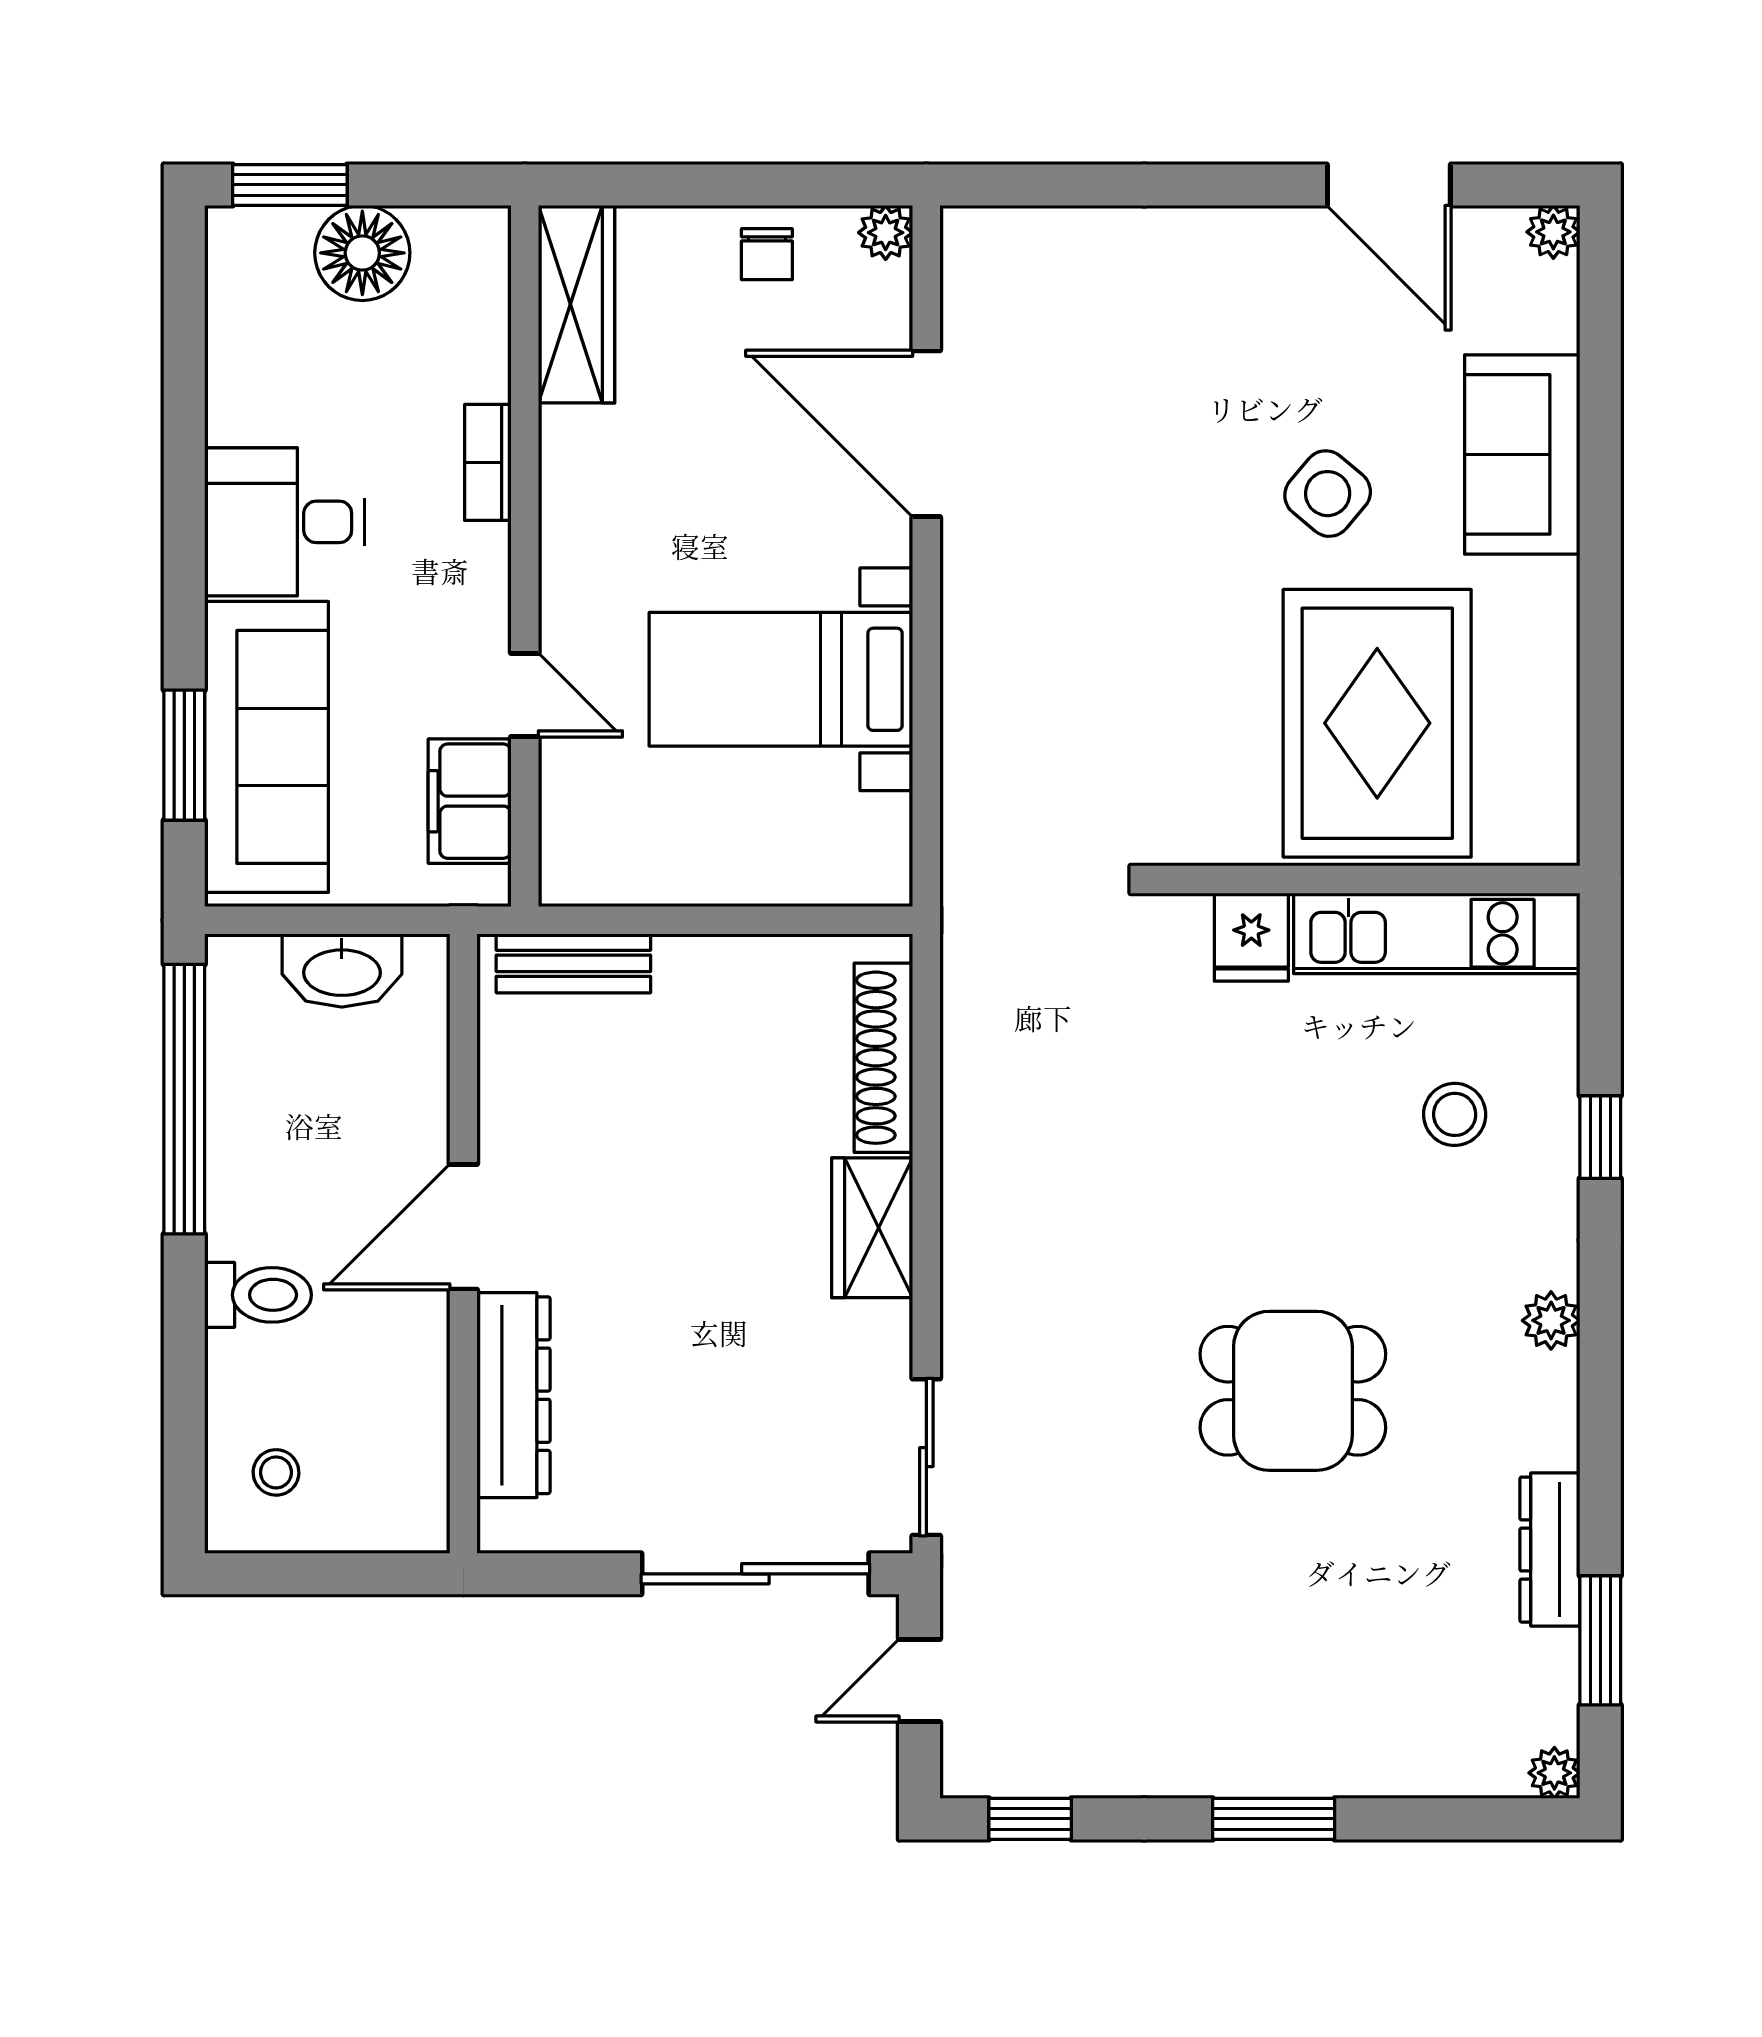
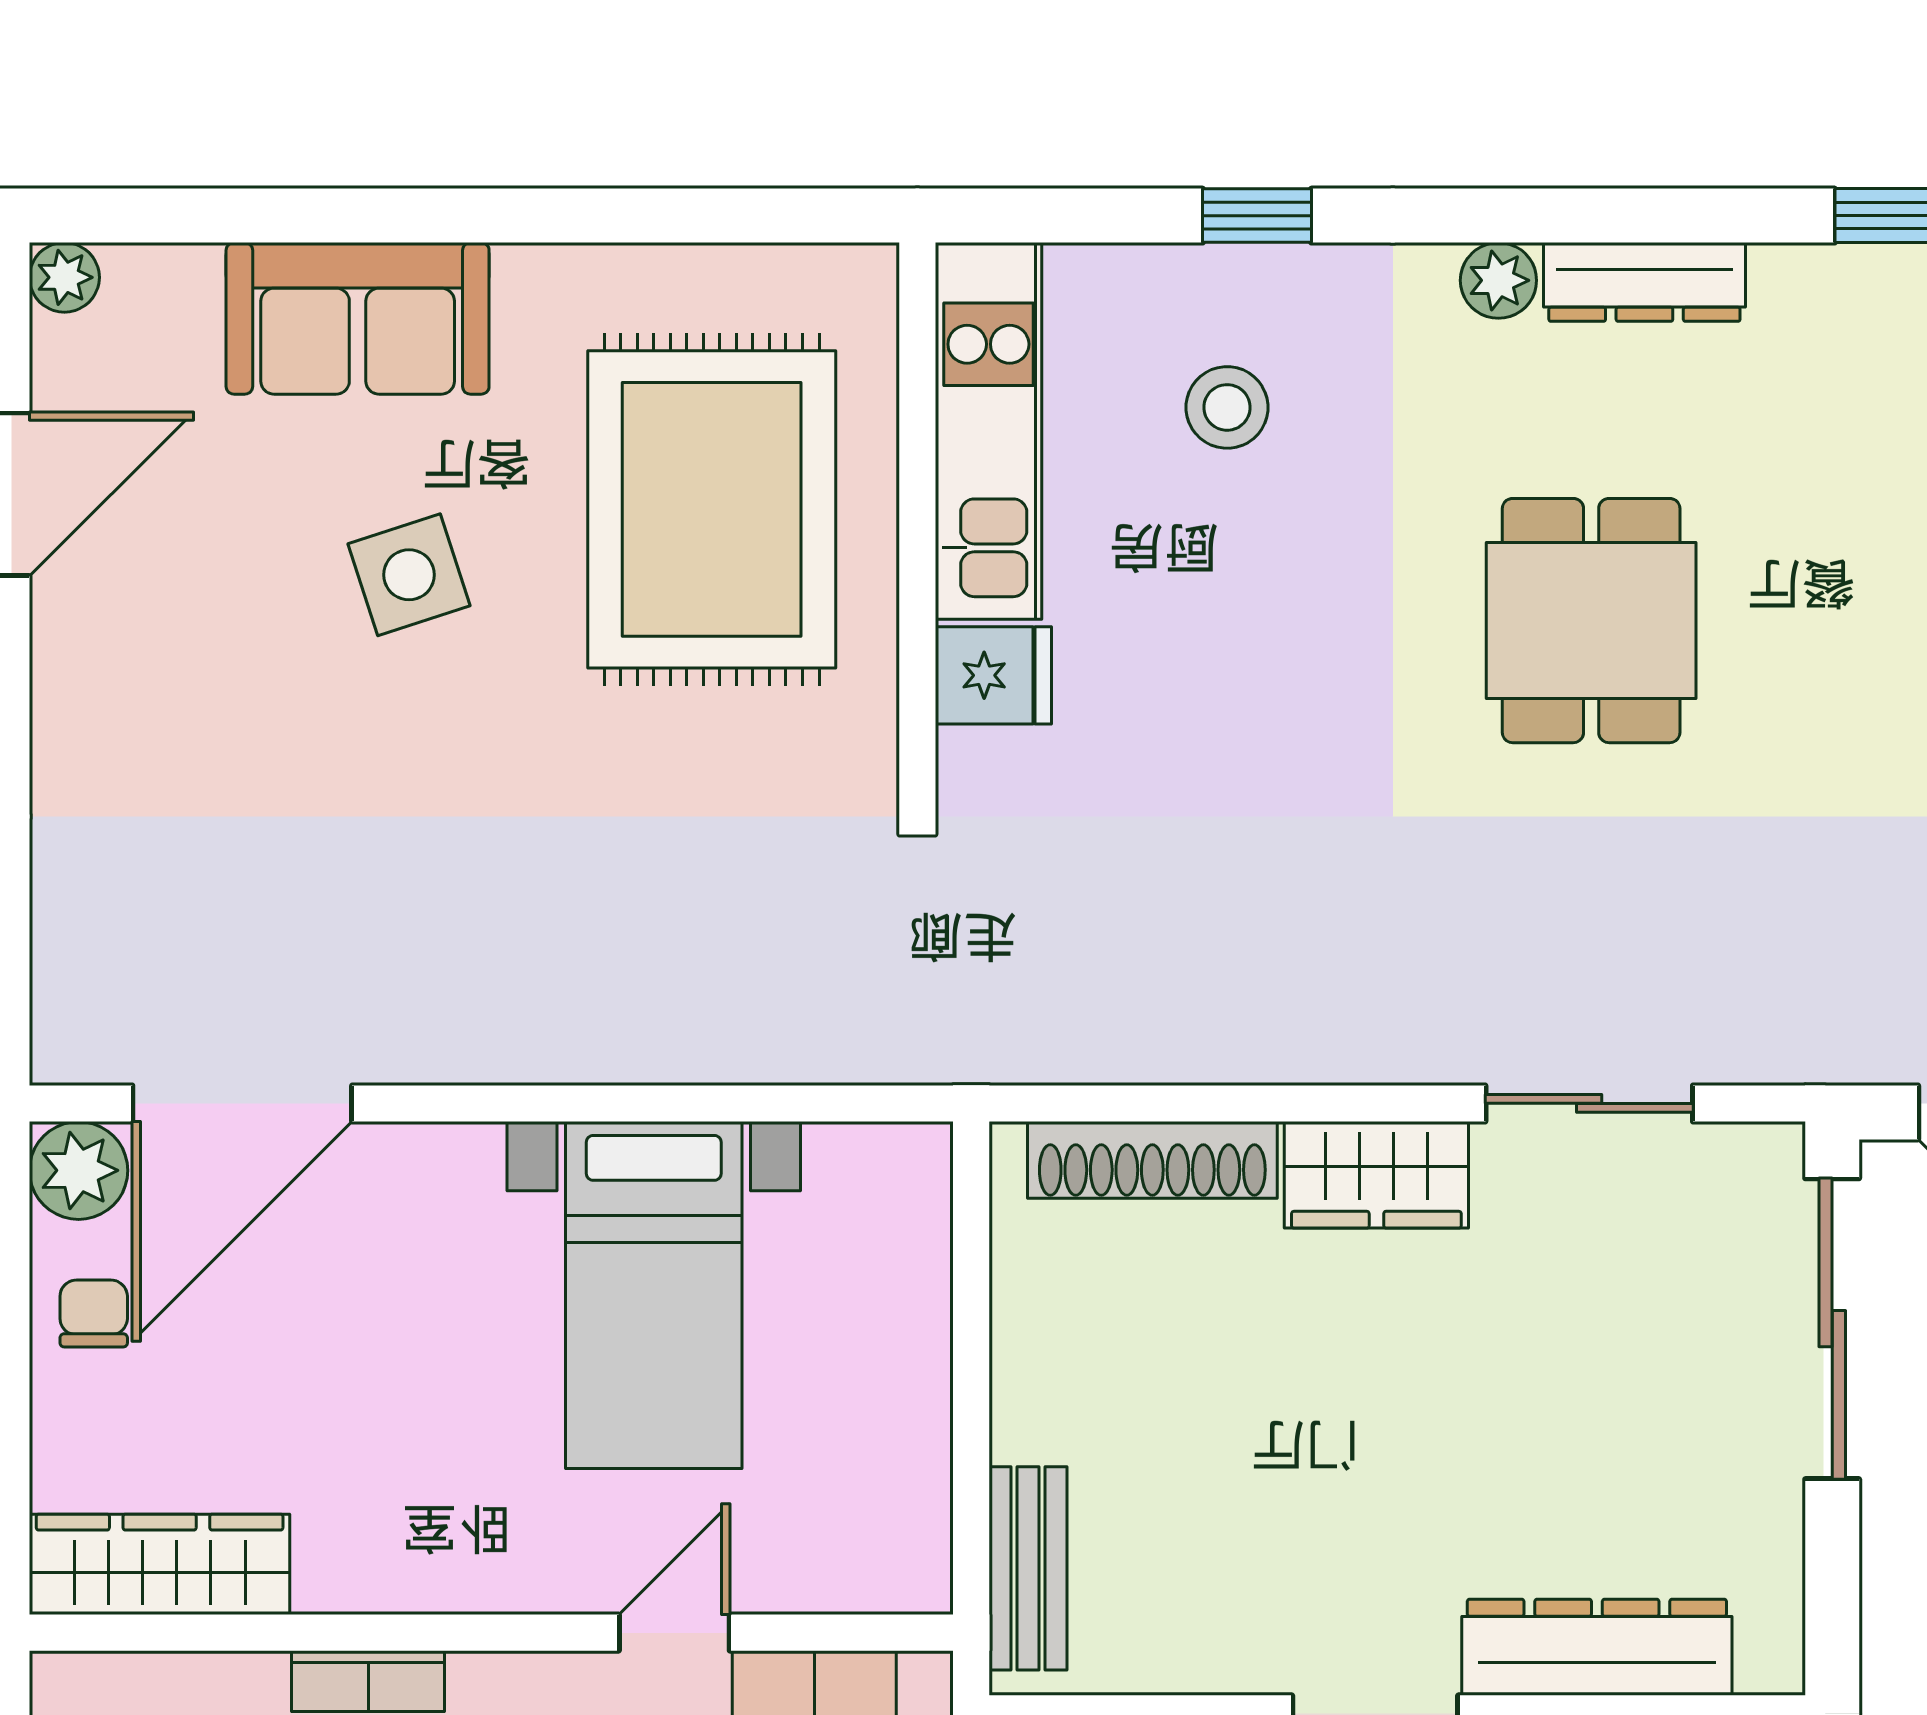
plant: (886, 233) -> (79, 1170), width x1.38, depth x1.38
chair: (767, 254) -> (94, 1313), turned -90
door: (926, 434) -> (242, 1103), moved
side table: (1328, 494) -> (409, 575), turned 32
rug: (1377, 723) -> (712, 509), turned 90
sliding door: (926, 1457) -> (1589, 1103), moved
dresser: (1550, 1550) -> (1644, 282), moved

